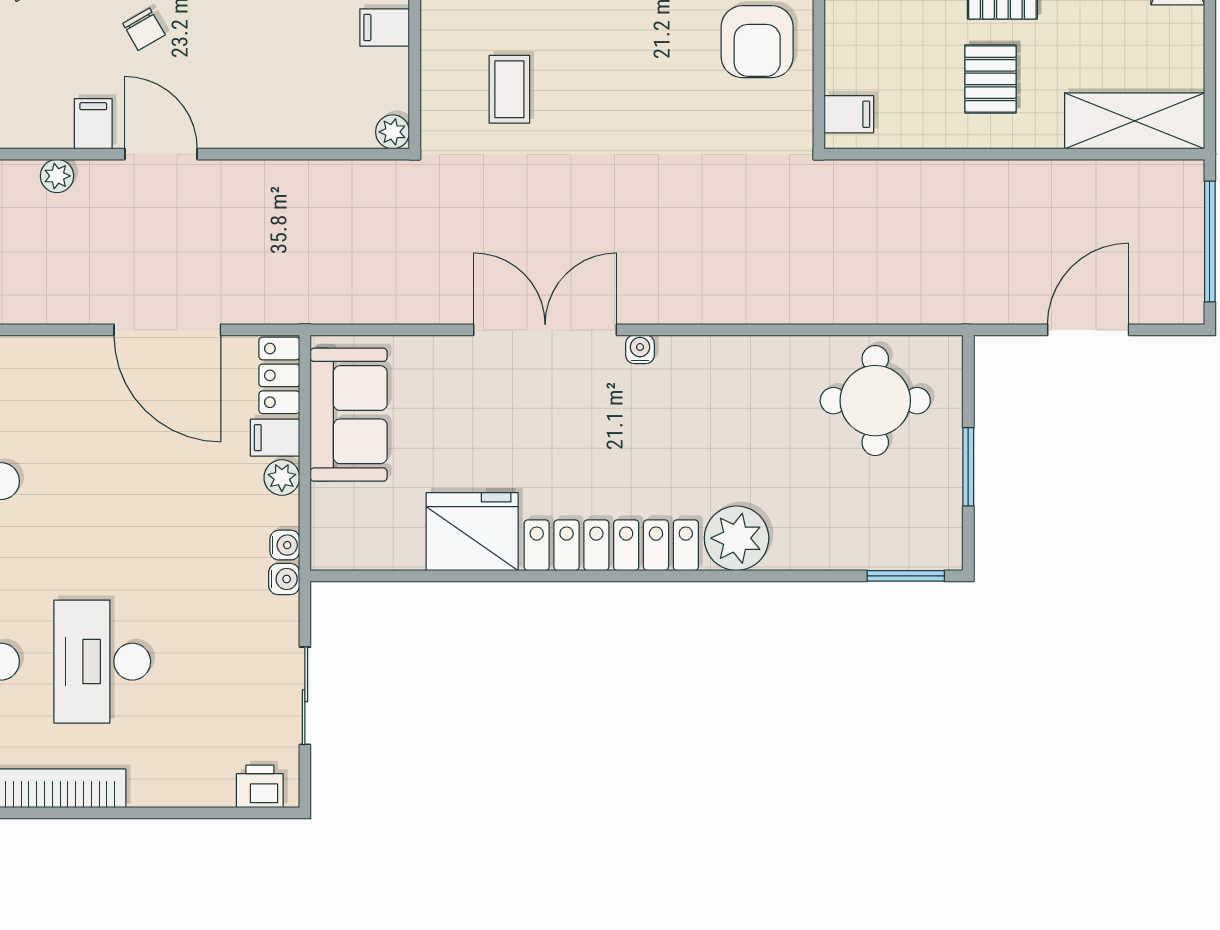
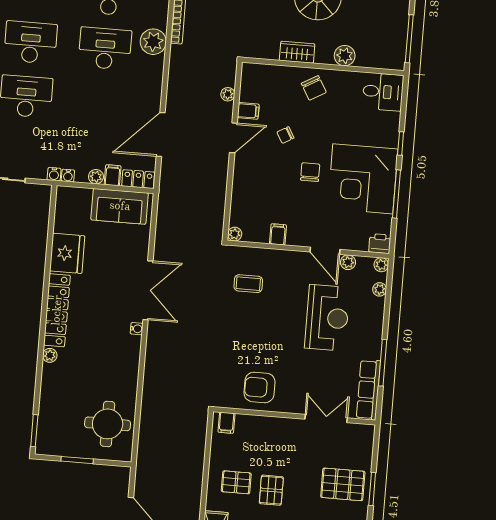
plant: (737, 538) -> (50, 355), width x0.53, depth x0.53

